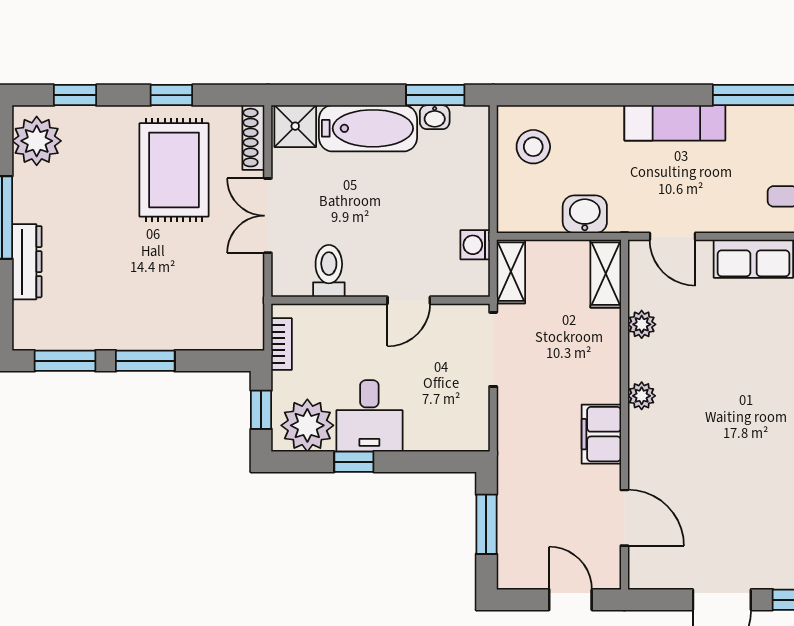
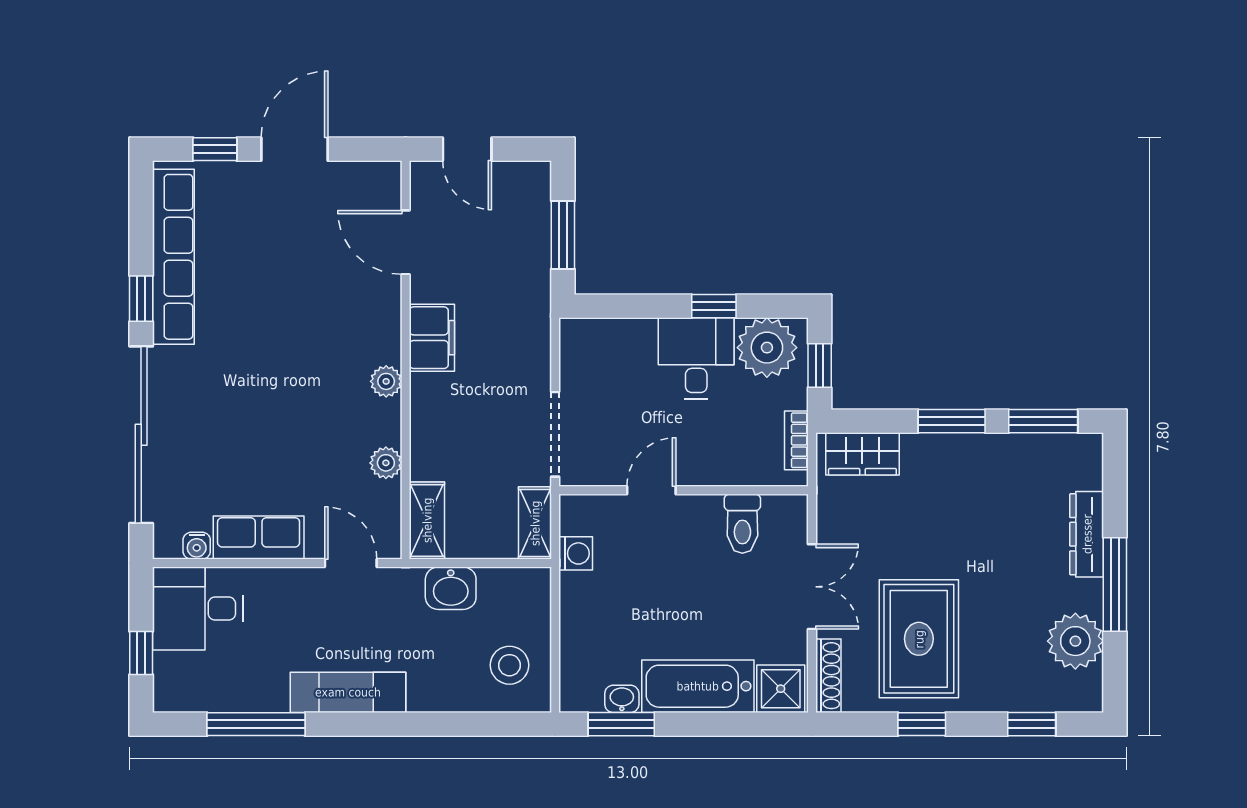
plant: (37, 141) -> (1075, 641), moved
wardrobe: (223, 332) -> (862, 454), added

